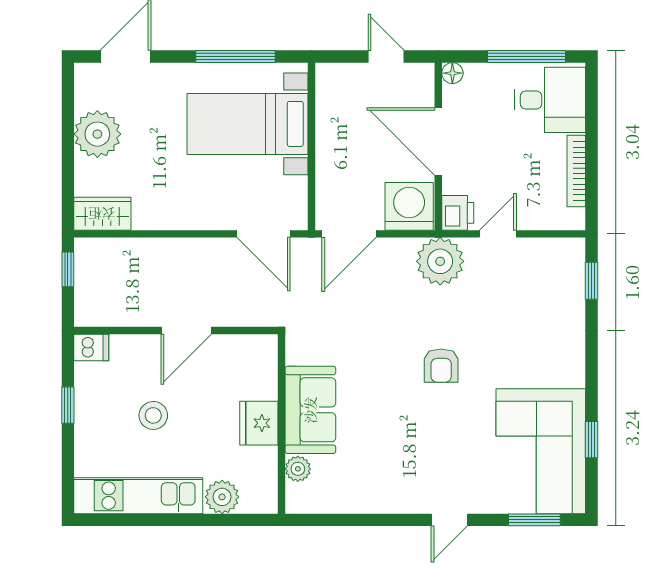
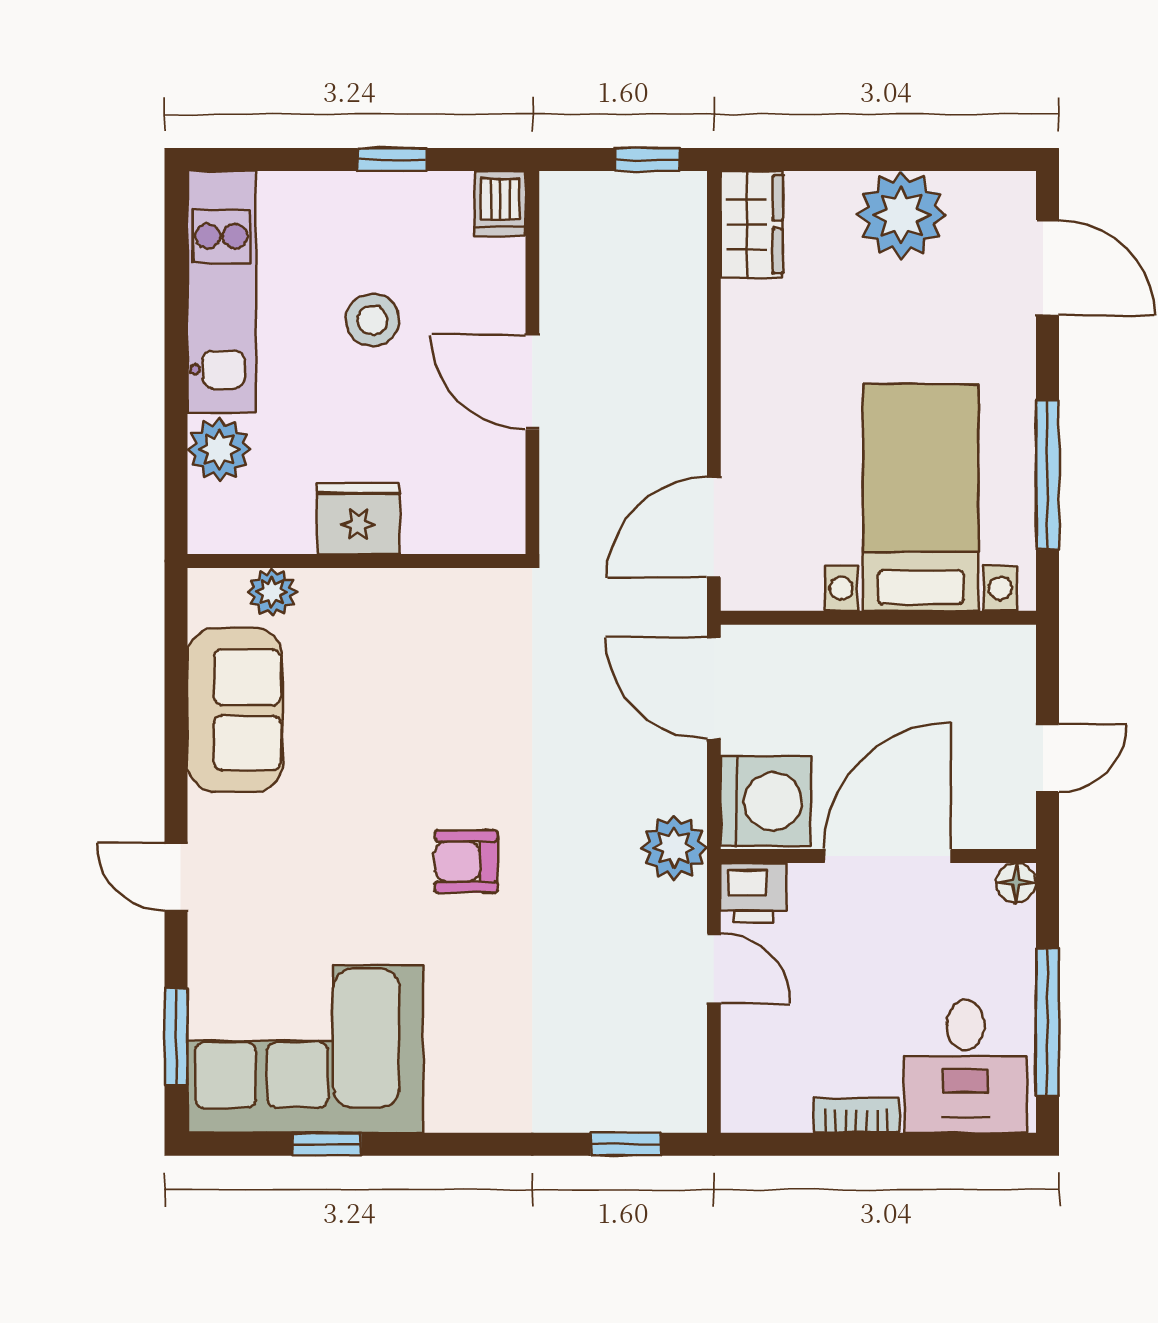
bookcase: (576, 171) -> (856, 1116), width x0.64
plant: (440, 261) -> (674, 848), width x0.73, depth x0.73
sofa: (310, 410) -> (235, 710), moved, turned -90

